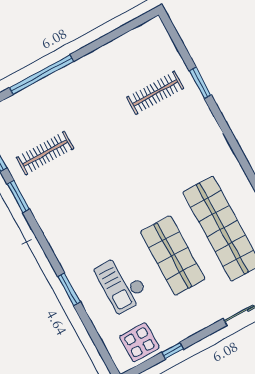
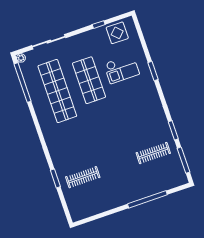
checkout: (122, 283) -> (122, 69), turned 90

